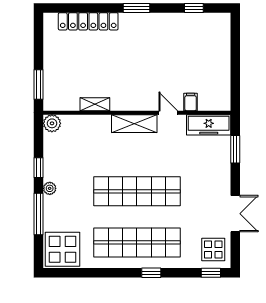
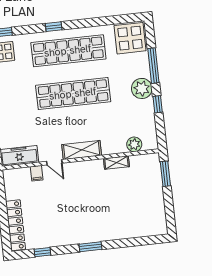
locker: (88, 21) -> (16, 225), moved, turned 90
plant: (52, 123) -> (134, 144), moved
plant: (50, 188) -> (142, 88), width x1.87, depth x1.87

